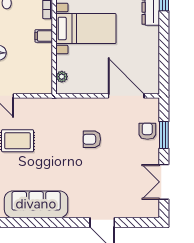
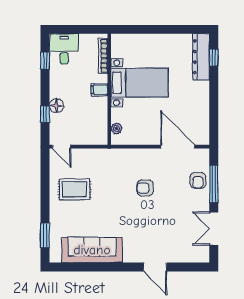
armchair: (147, 131) -> (198, 180), turned 180
window: (164, 135) -> (214, 184), width x1.44

